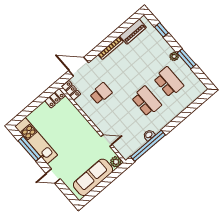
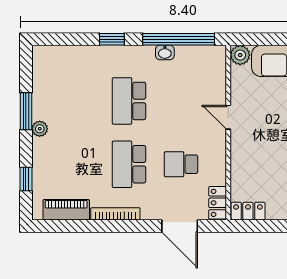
school desk: (169, 82) -> (129, 164), moved
window: (176, 121) -> (112, 39), added
door: (107, 141) -> (228, 117), moved

